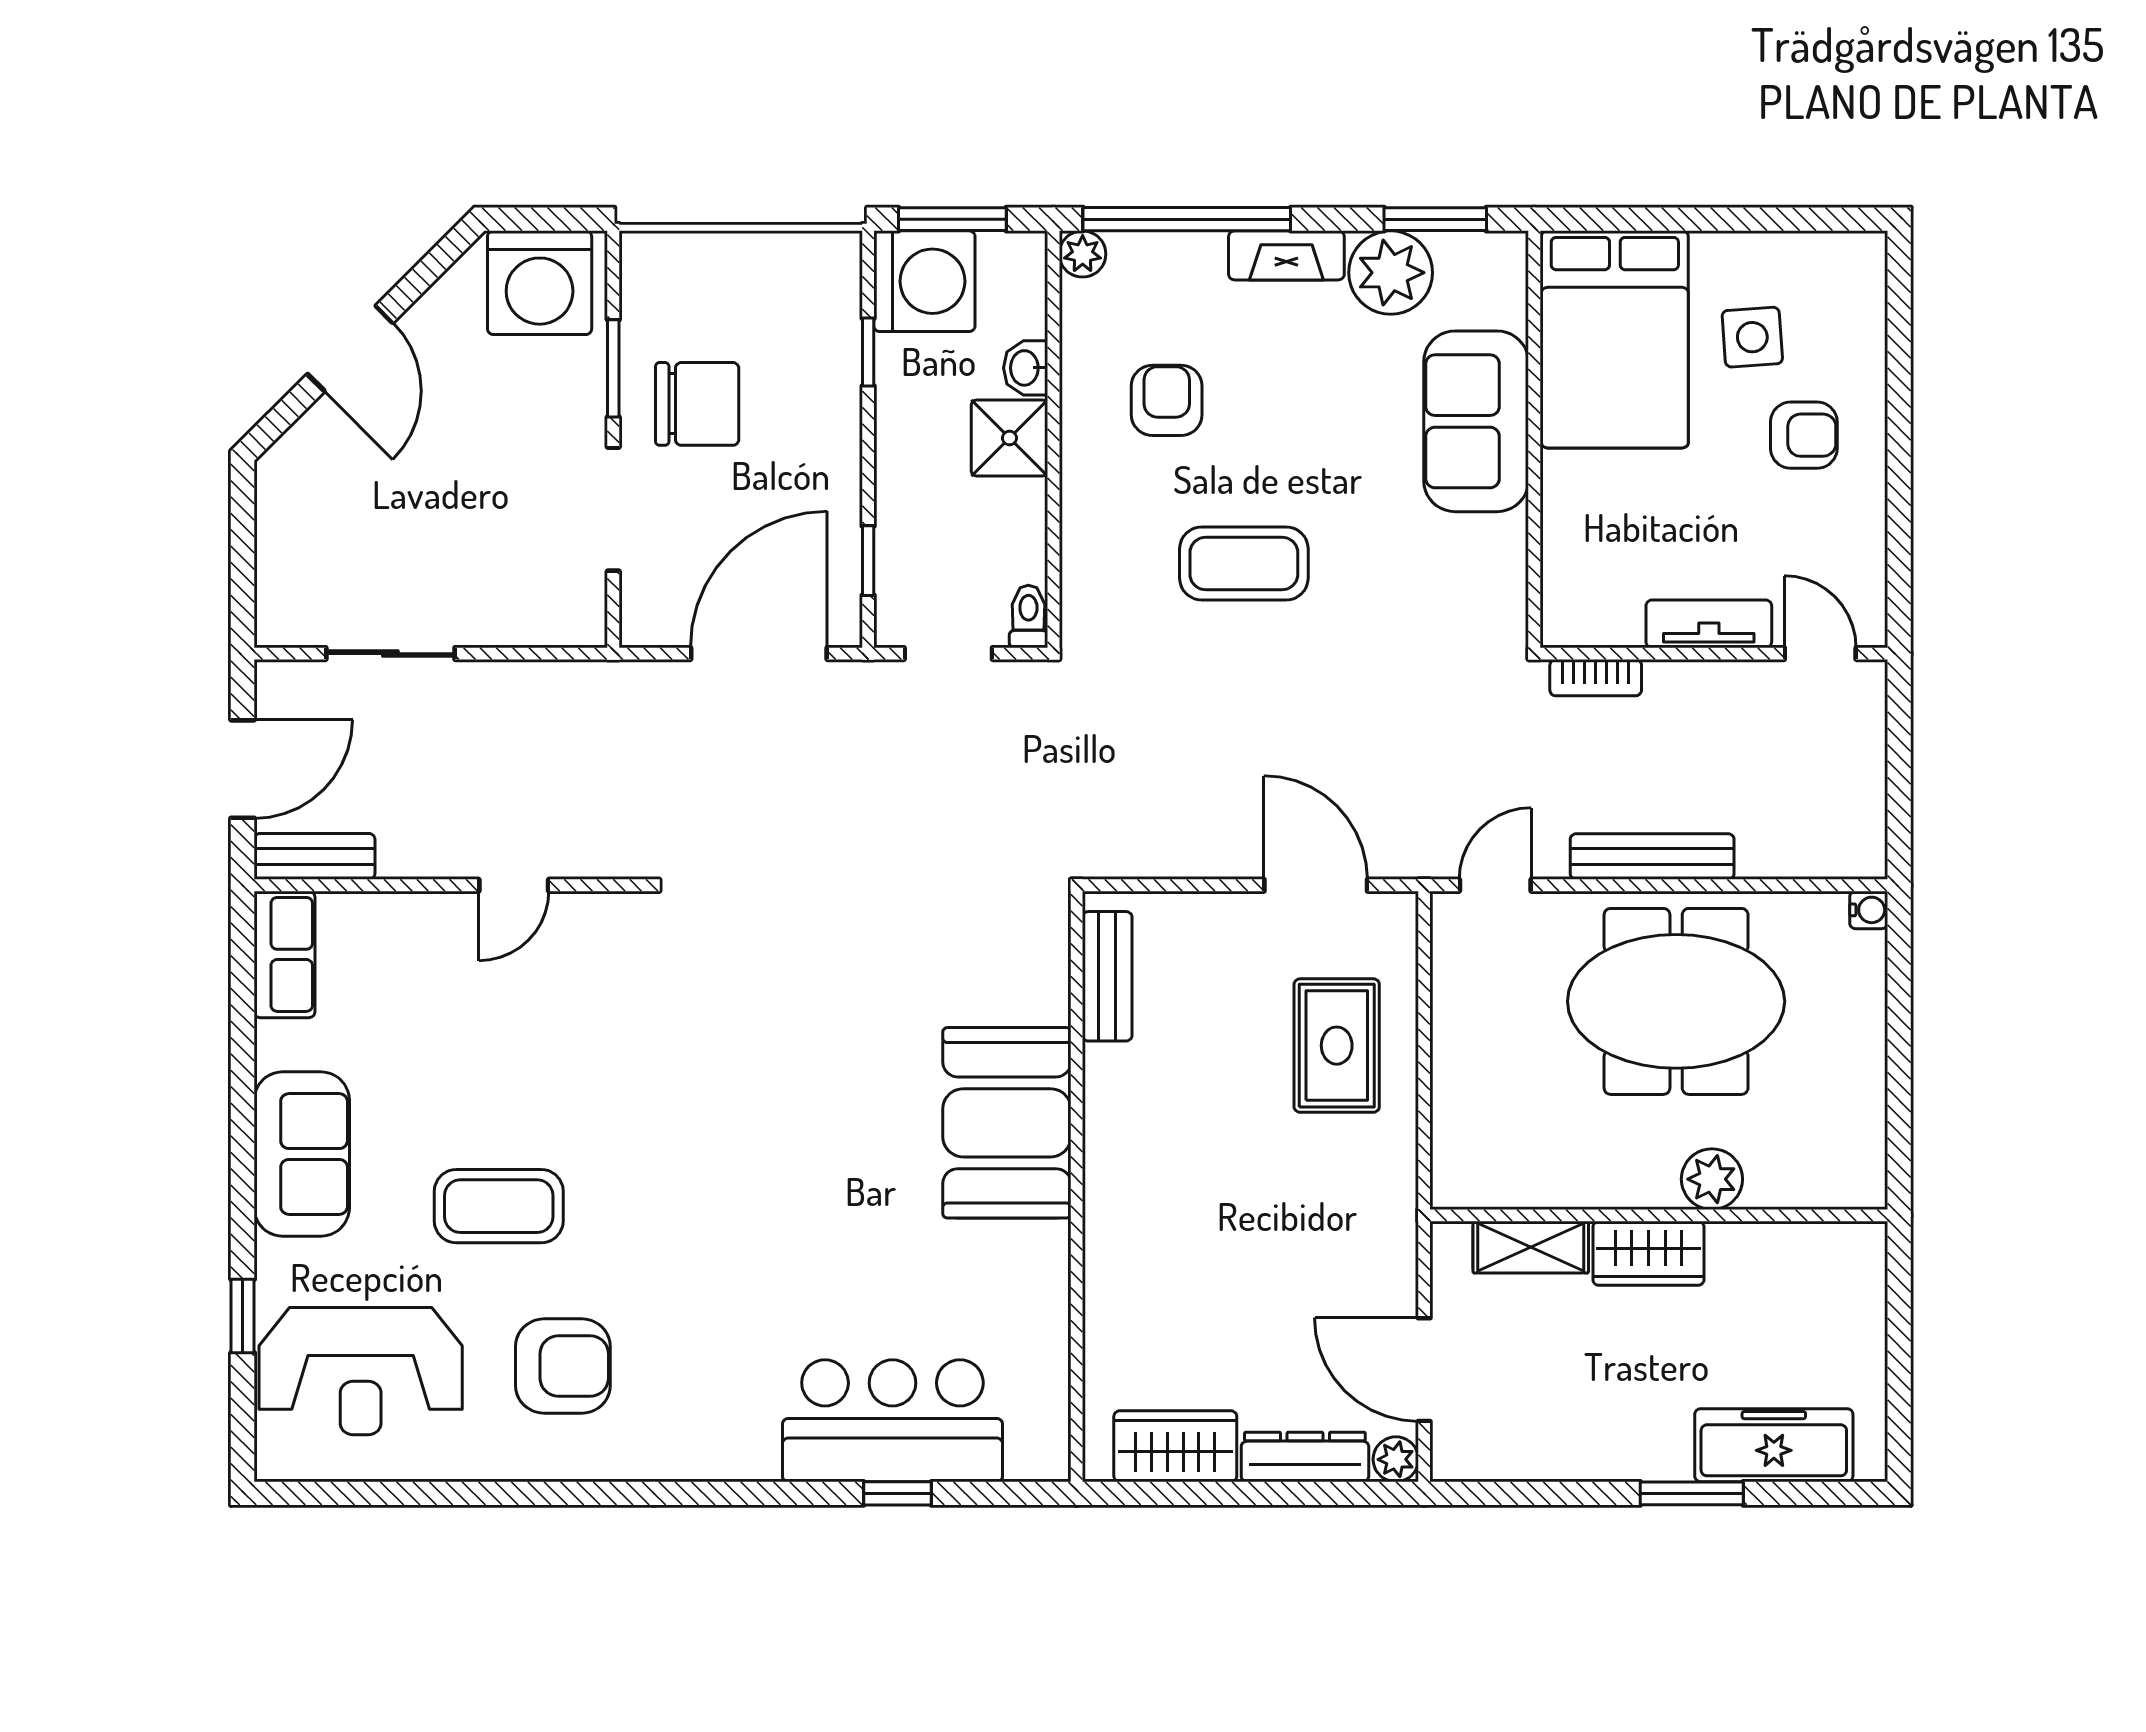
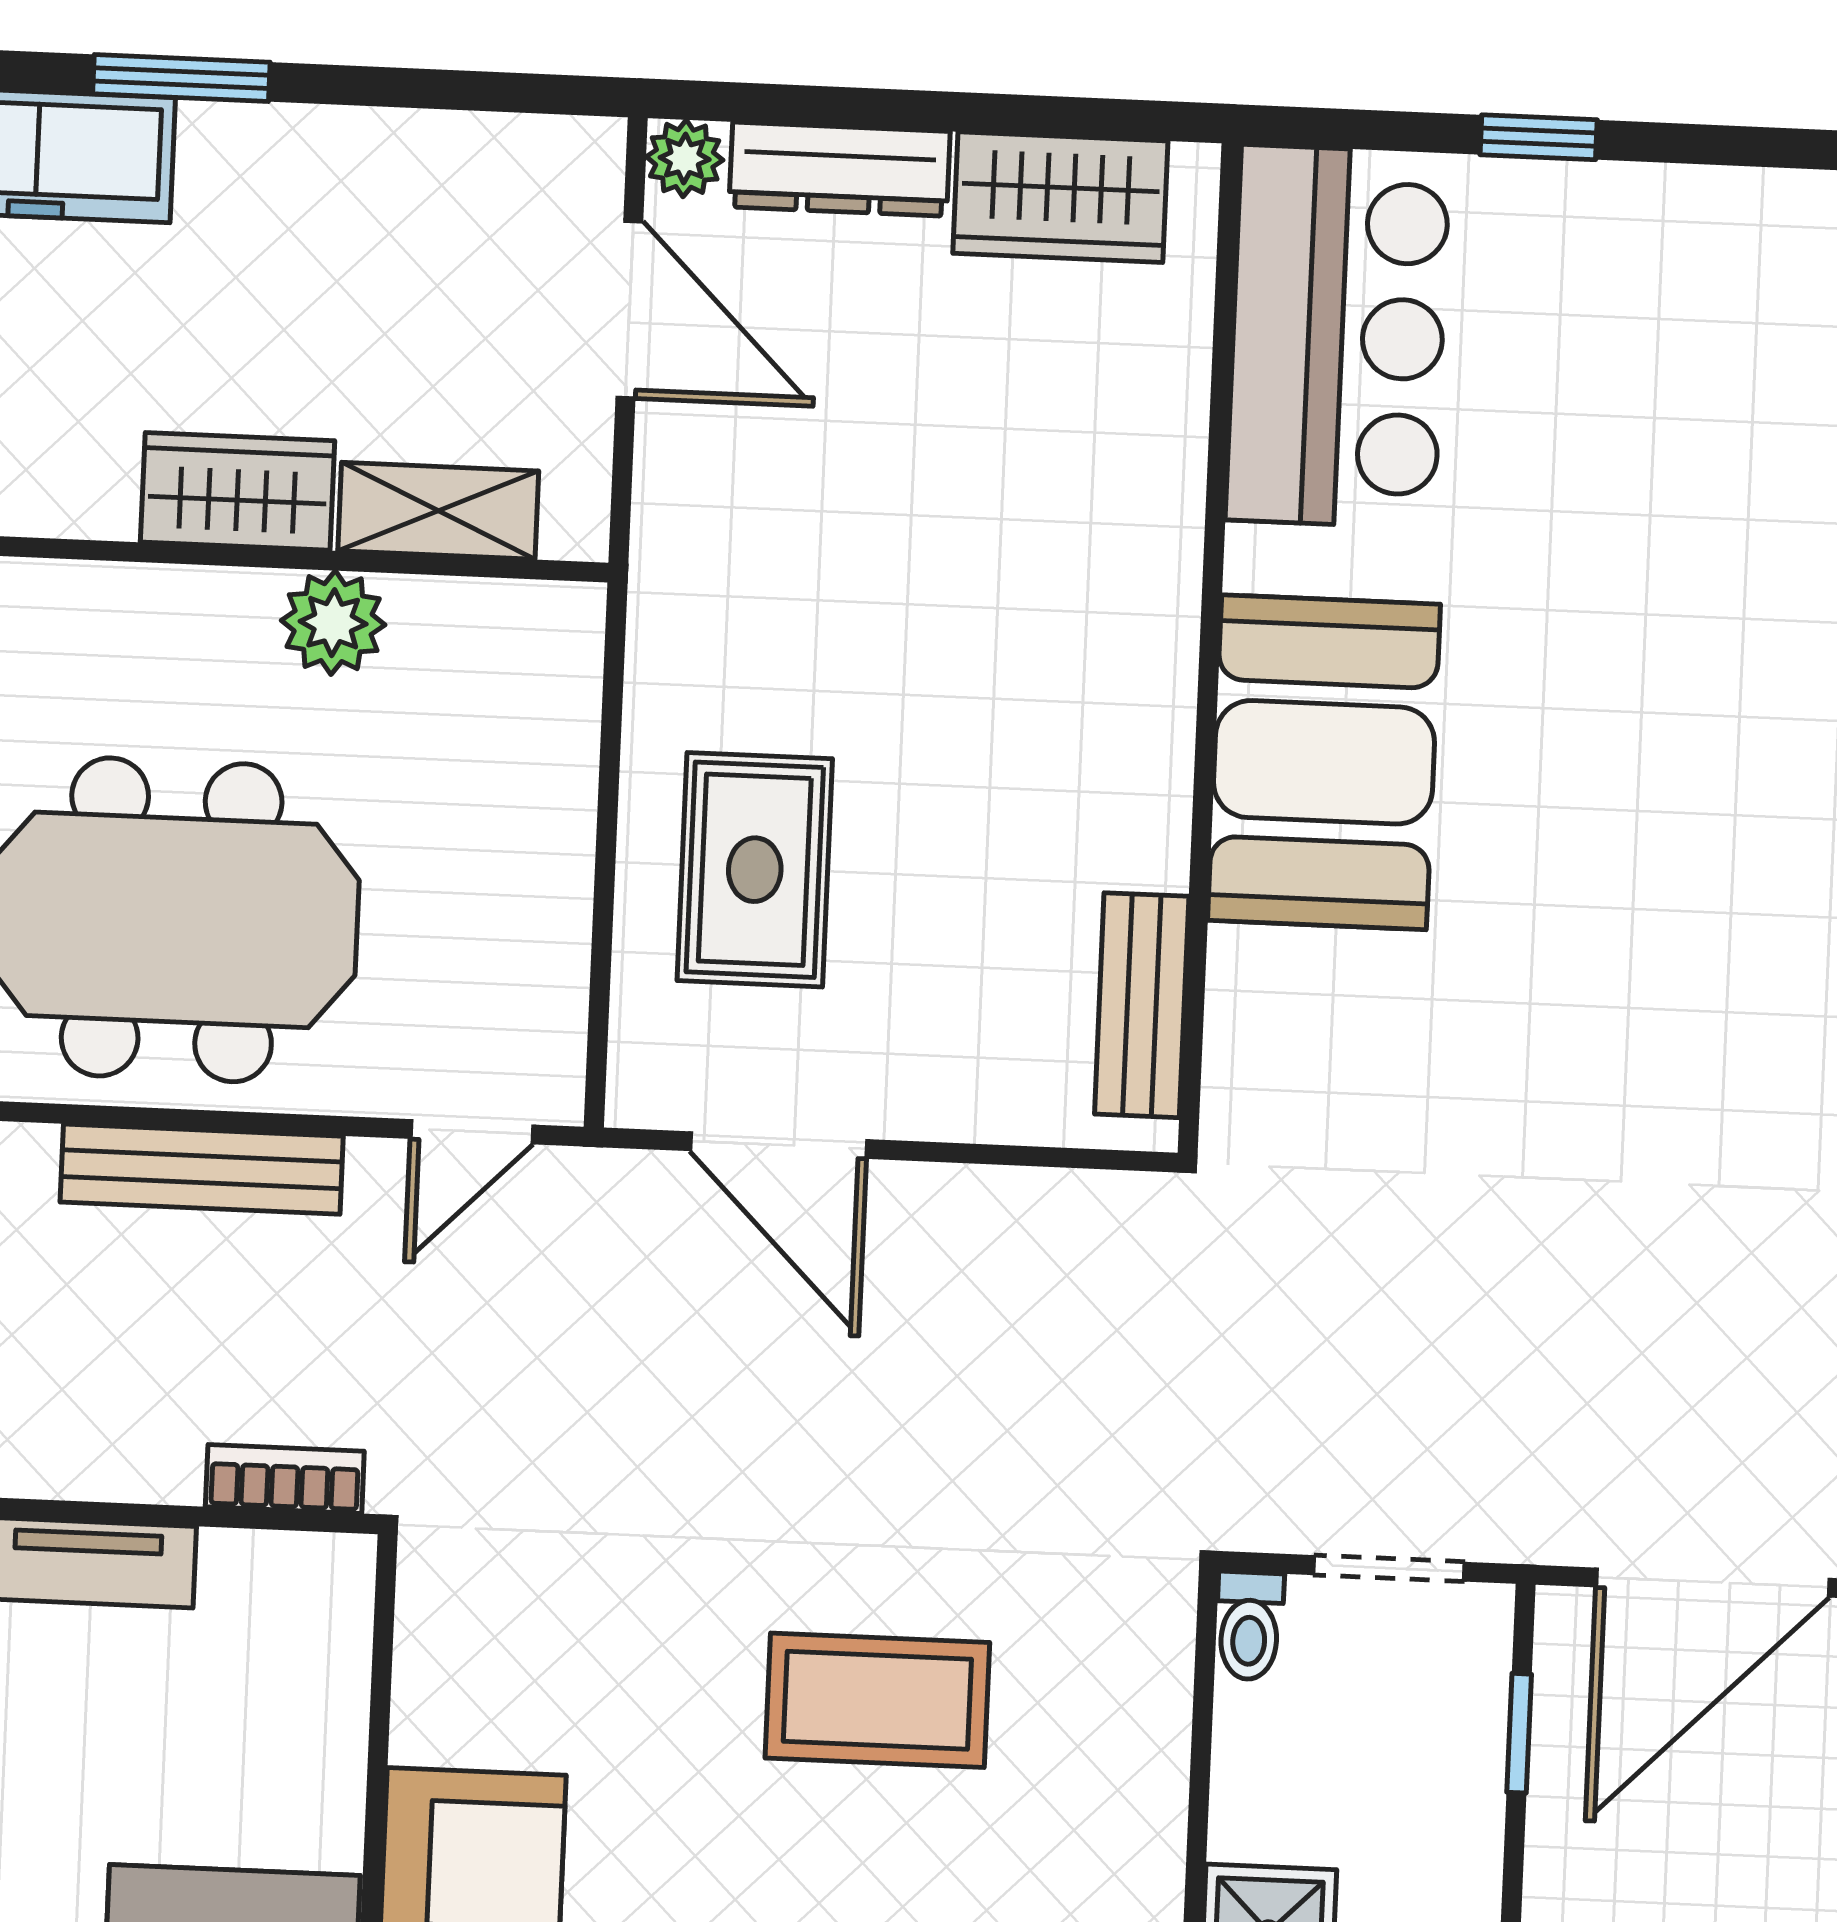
plant: (1712, 1179) -> (333, 623), moved
bar counter: (892, 1421) -> (1338, 337), moved, turned -90

